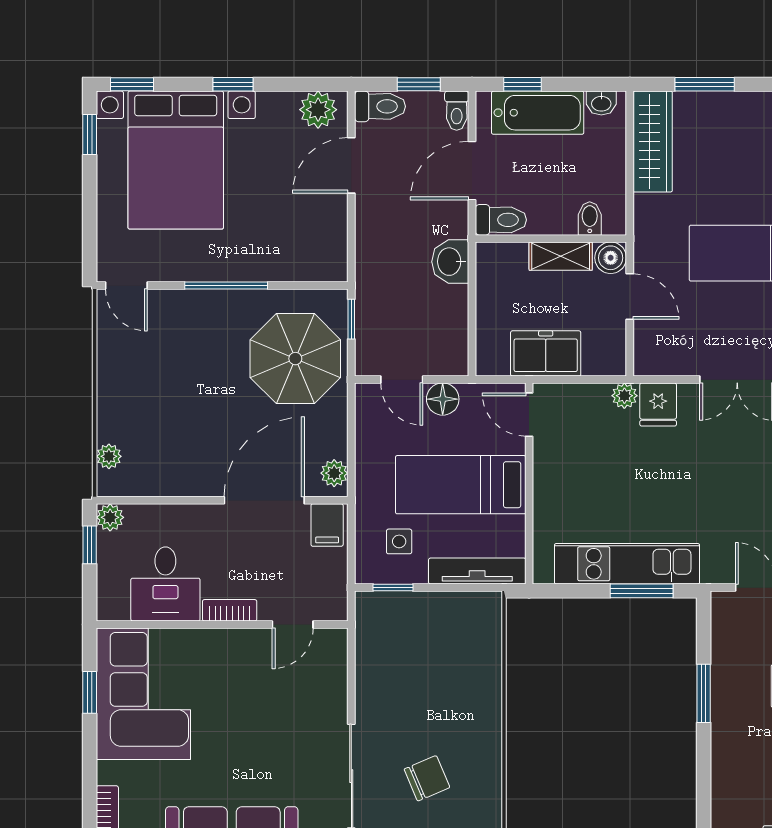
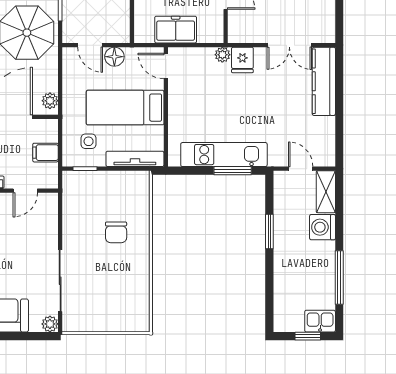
filing cabinet: (327, 525) -> (45, 153), moved, turned 90
chair: (427, 778) -> (116, 232), moved, turned 113

